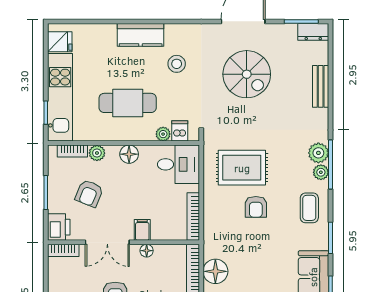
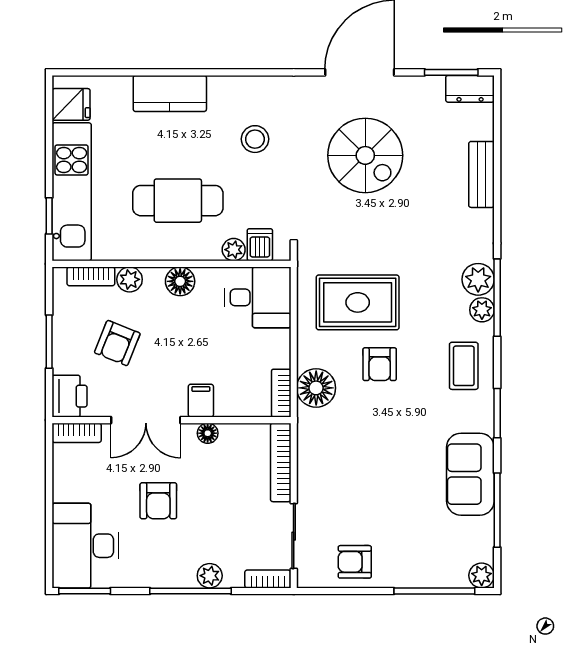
kitchen counter: (141, 35) -> (170, 93), moved
bookcase: (193, 217) -> (281, 393), width x0.64
floor lamp: (215, 271) -> (316, 388), moved

